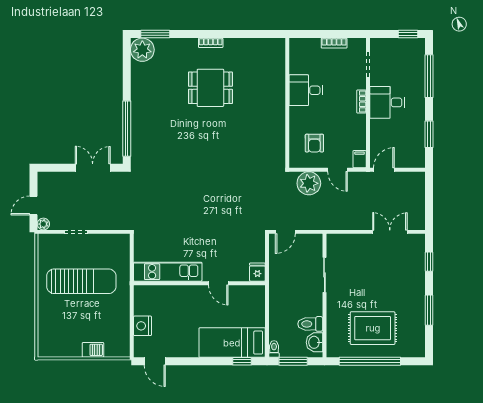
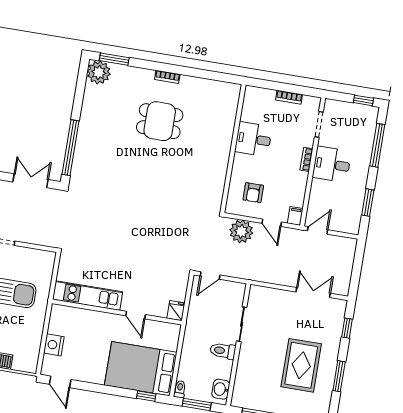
toilet: (310, 324) -> (223, 351), moved
rug: (373, 328) -> (301, 365), moved, turned 90
bed: (232, 343) -> (141, 369), width x1.50

